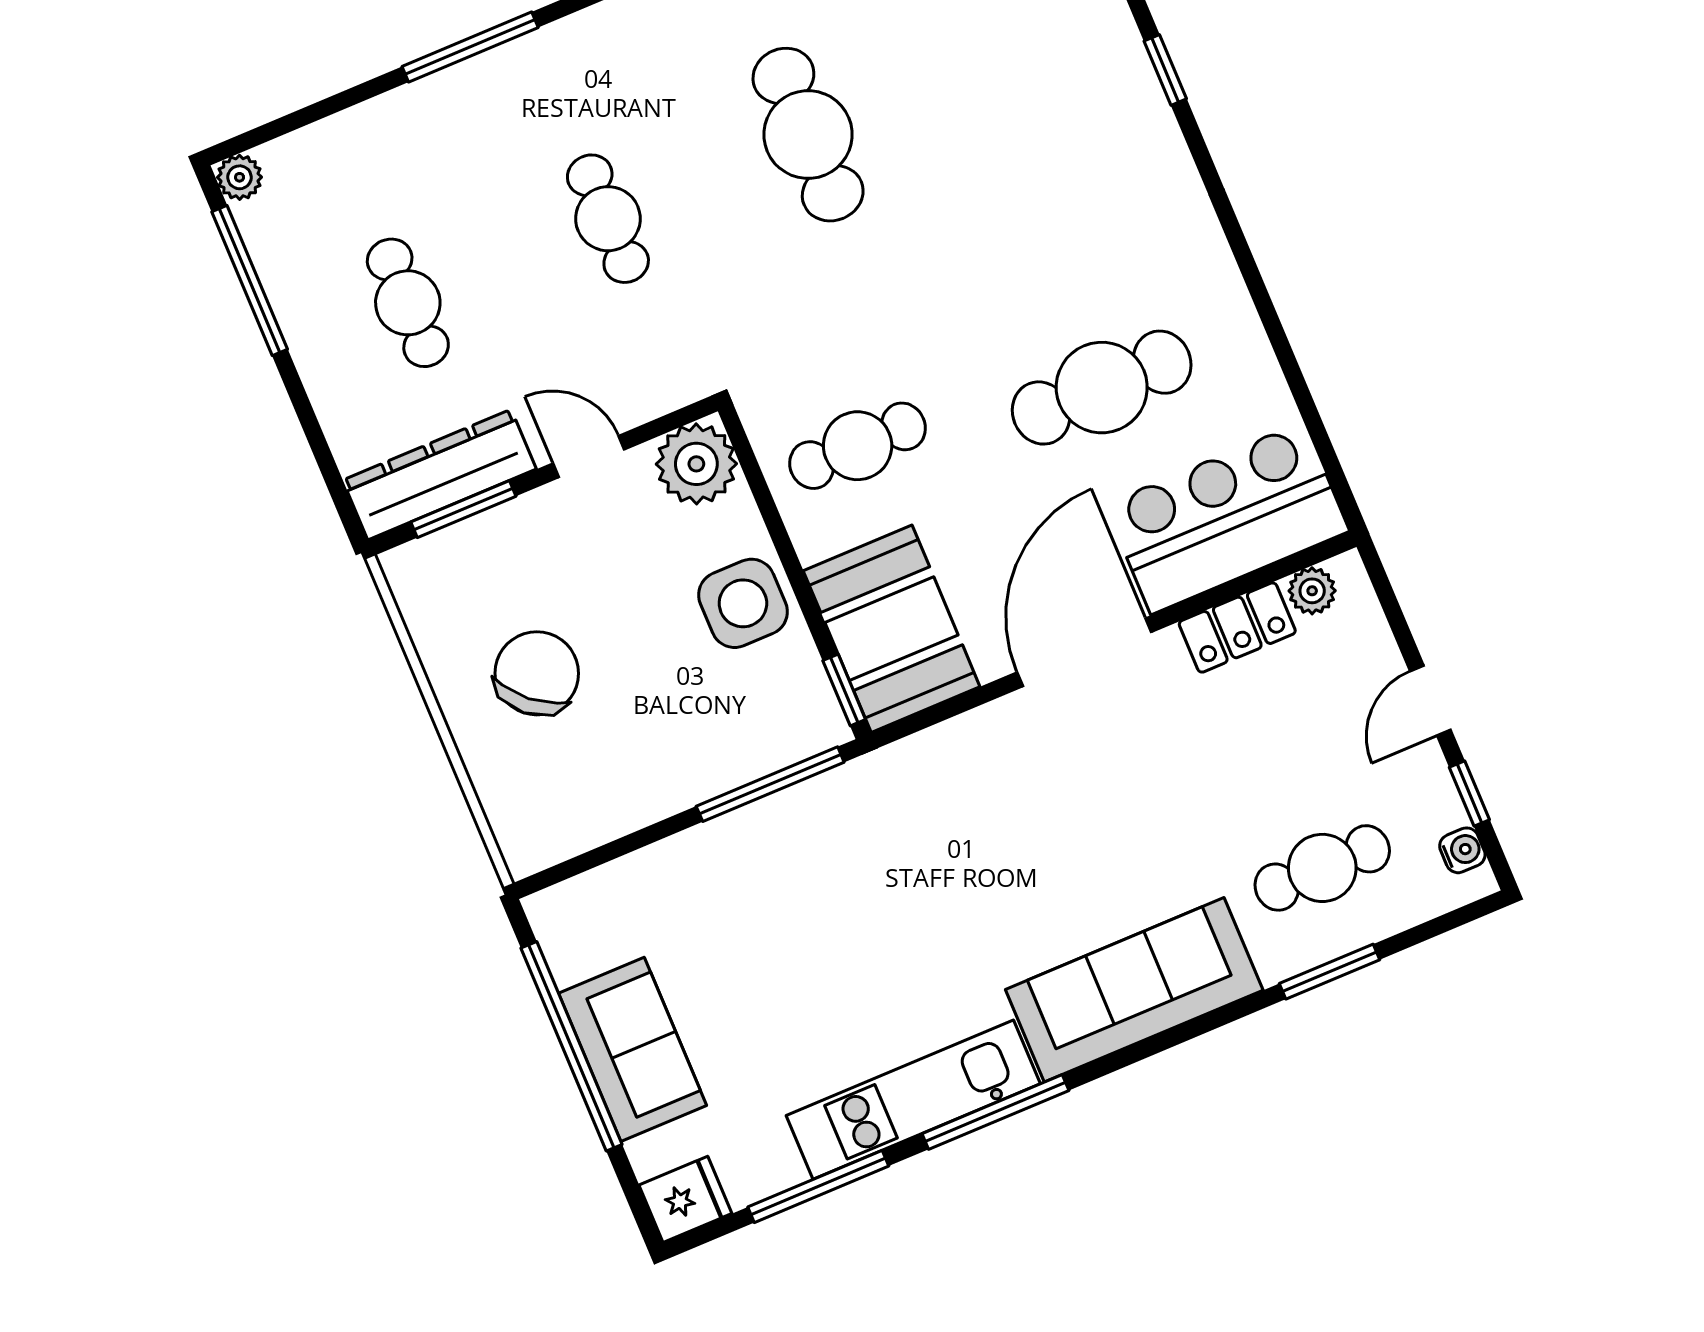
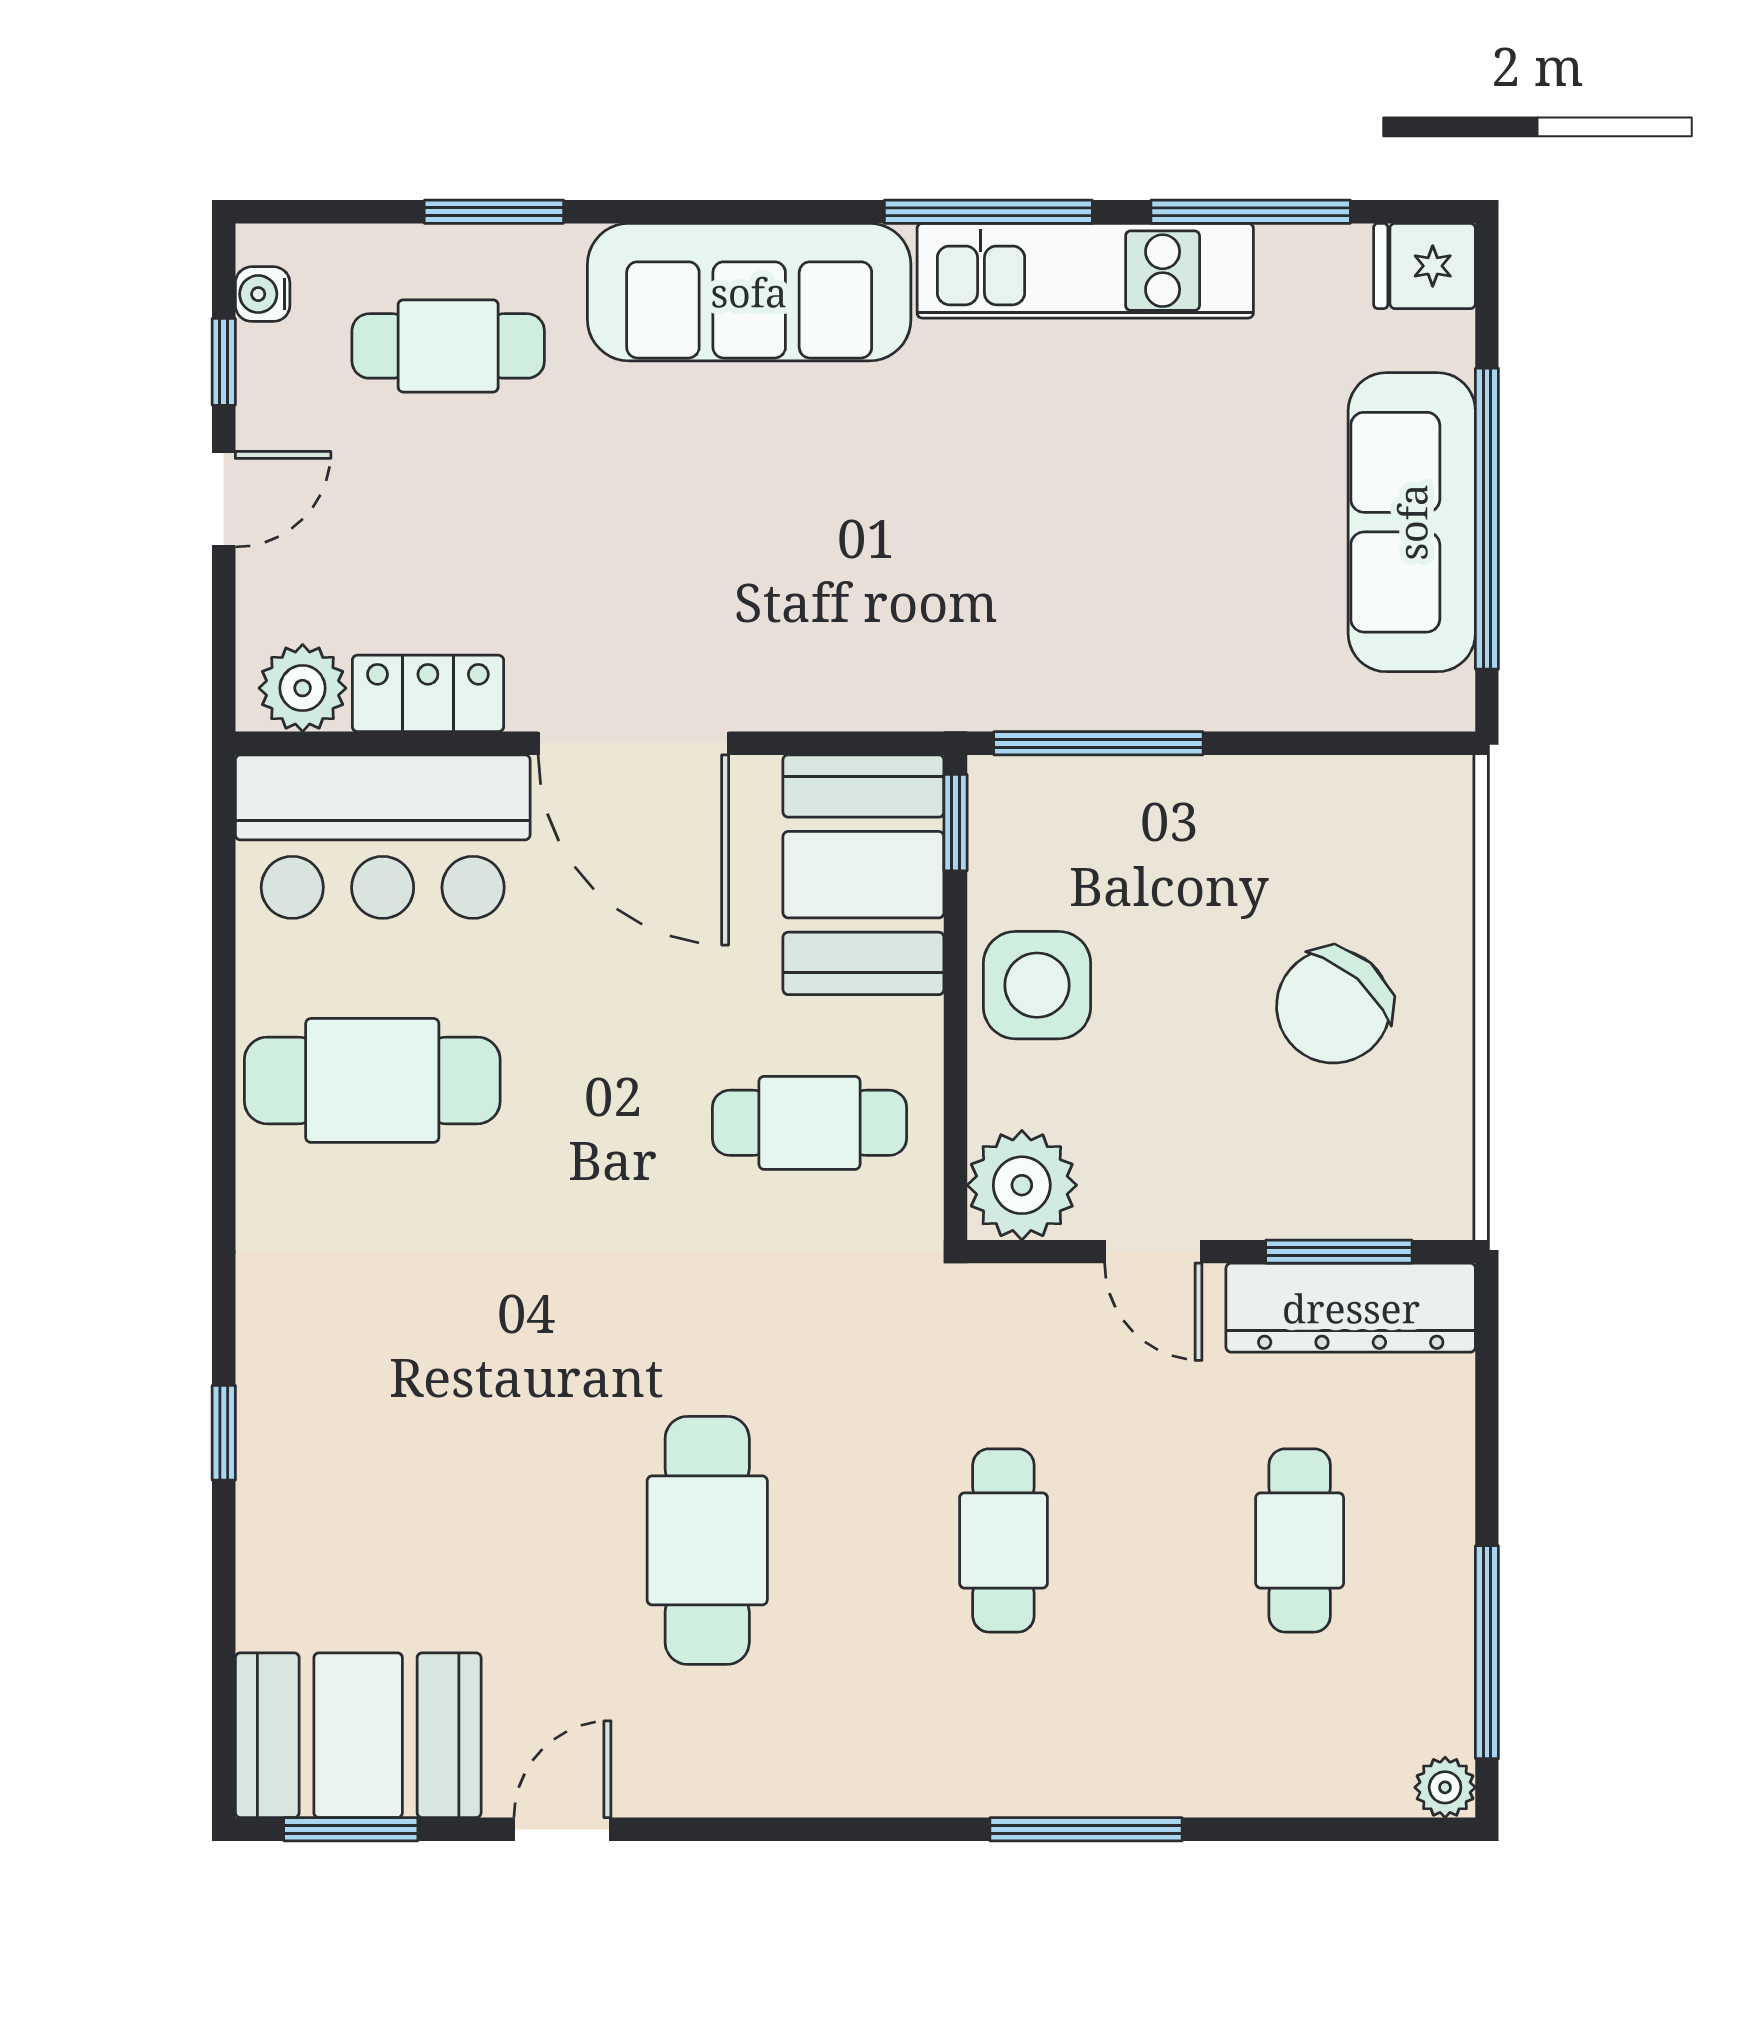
cafe table: (1102, 388) -> (372, 1080), moved
plant: (1312, 591) -> (303, 688), width x1.38, depth x1.38
door: (1084, 652) -> (633, 743), hinge flipped
sofa: (632, 1049) -> (1412, 522), width x1.36

